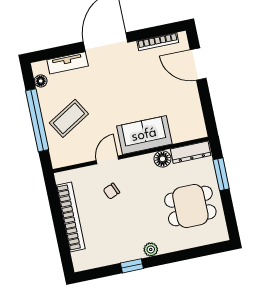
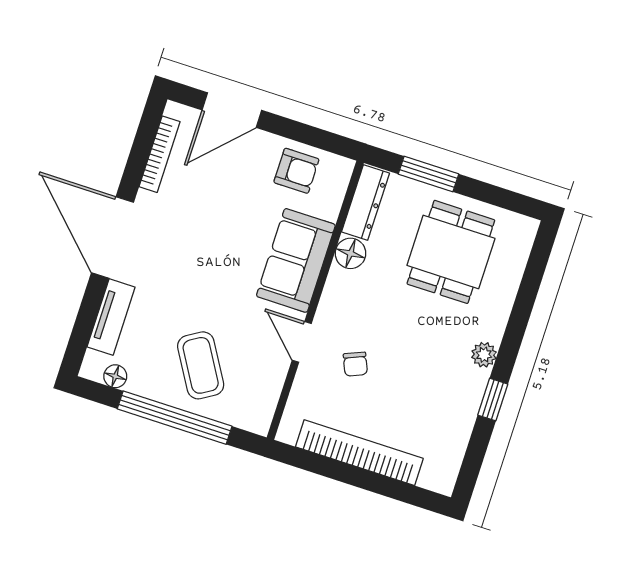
armchair: (187, 111) -> (296, 171), added

